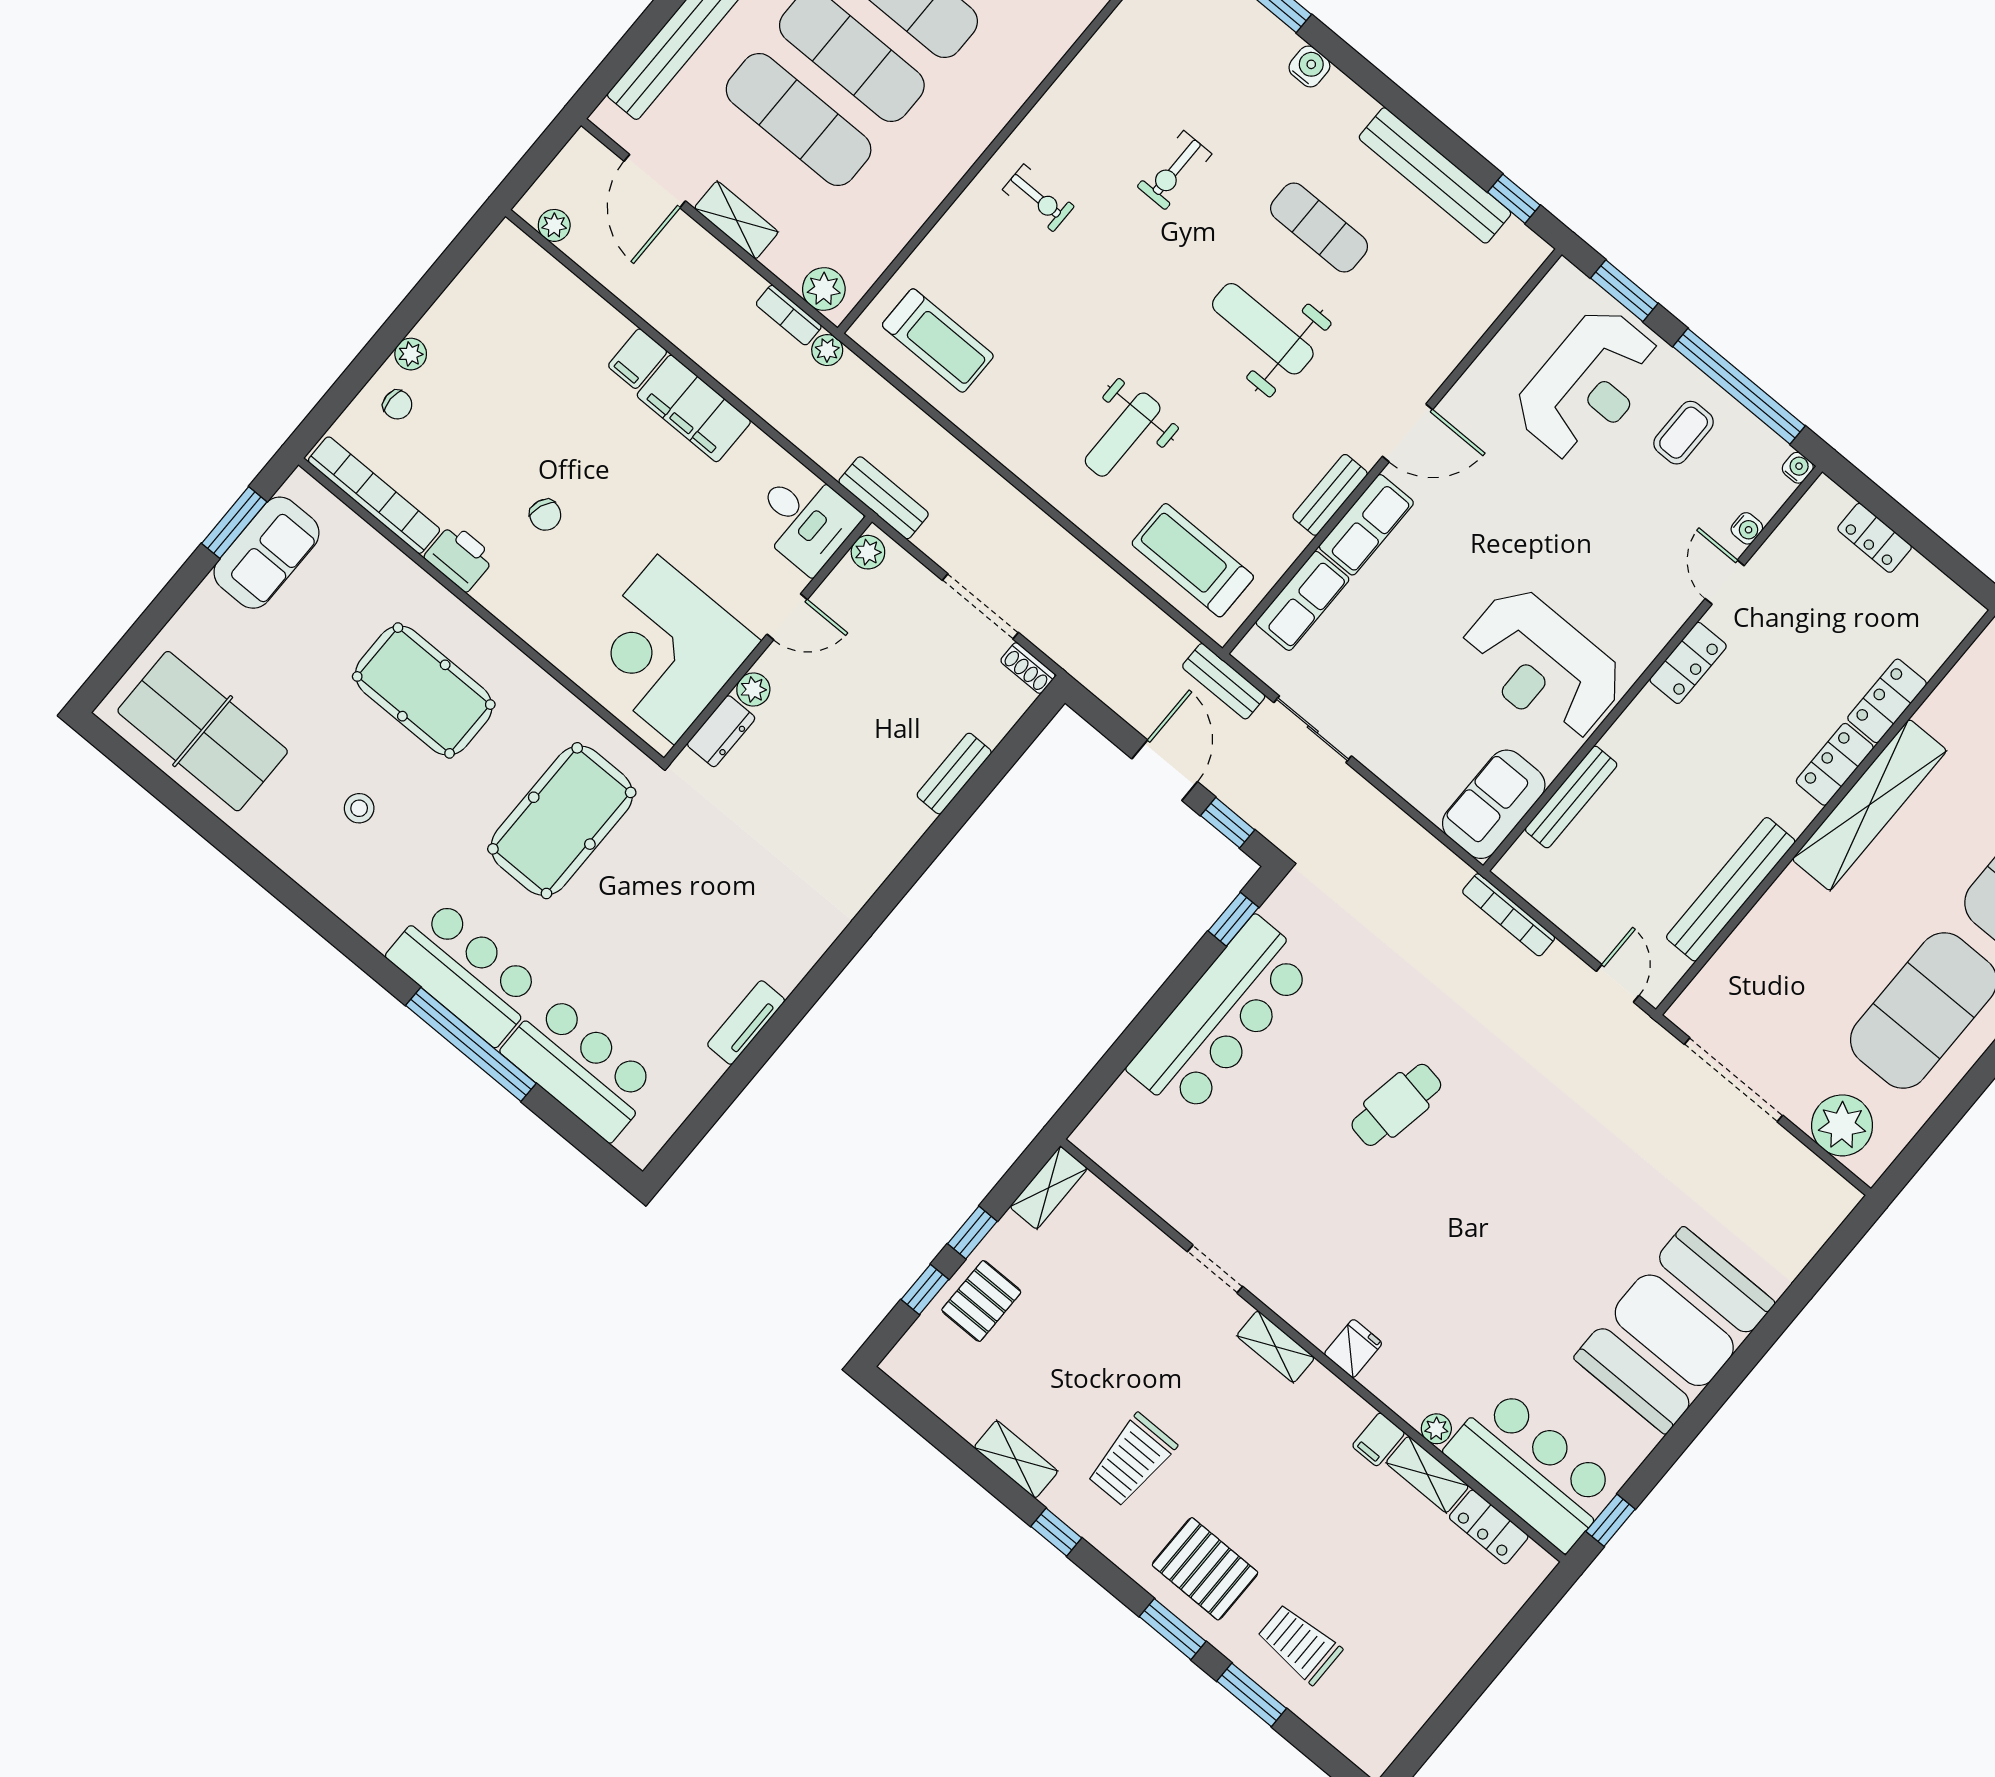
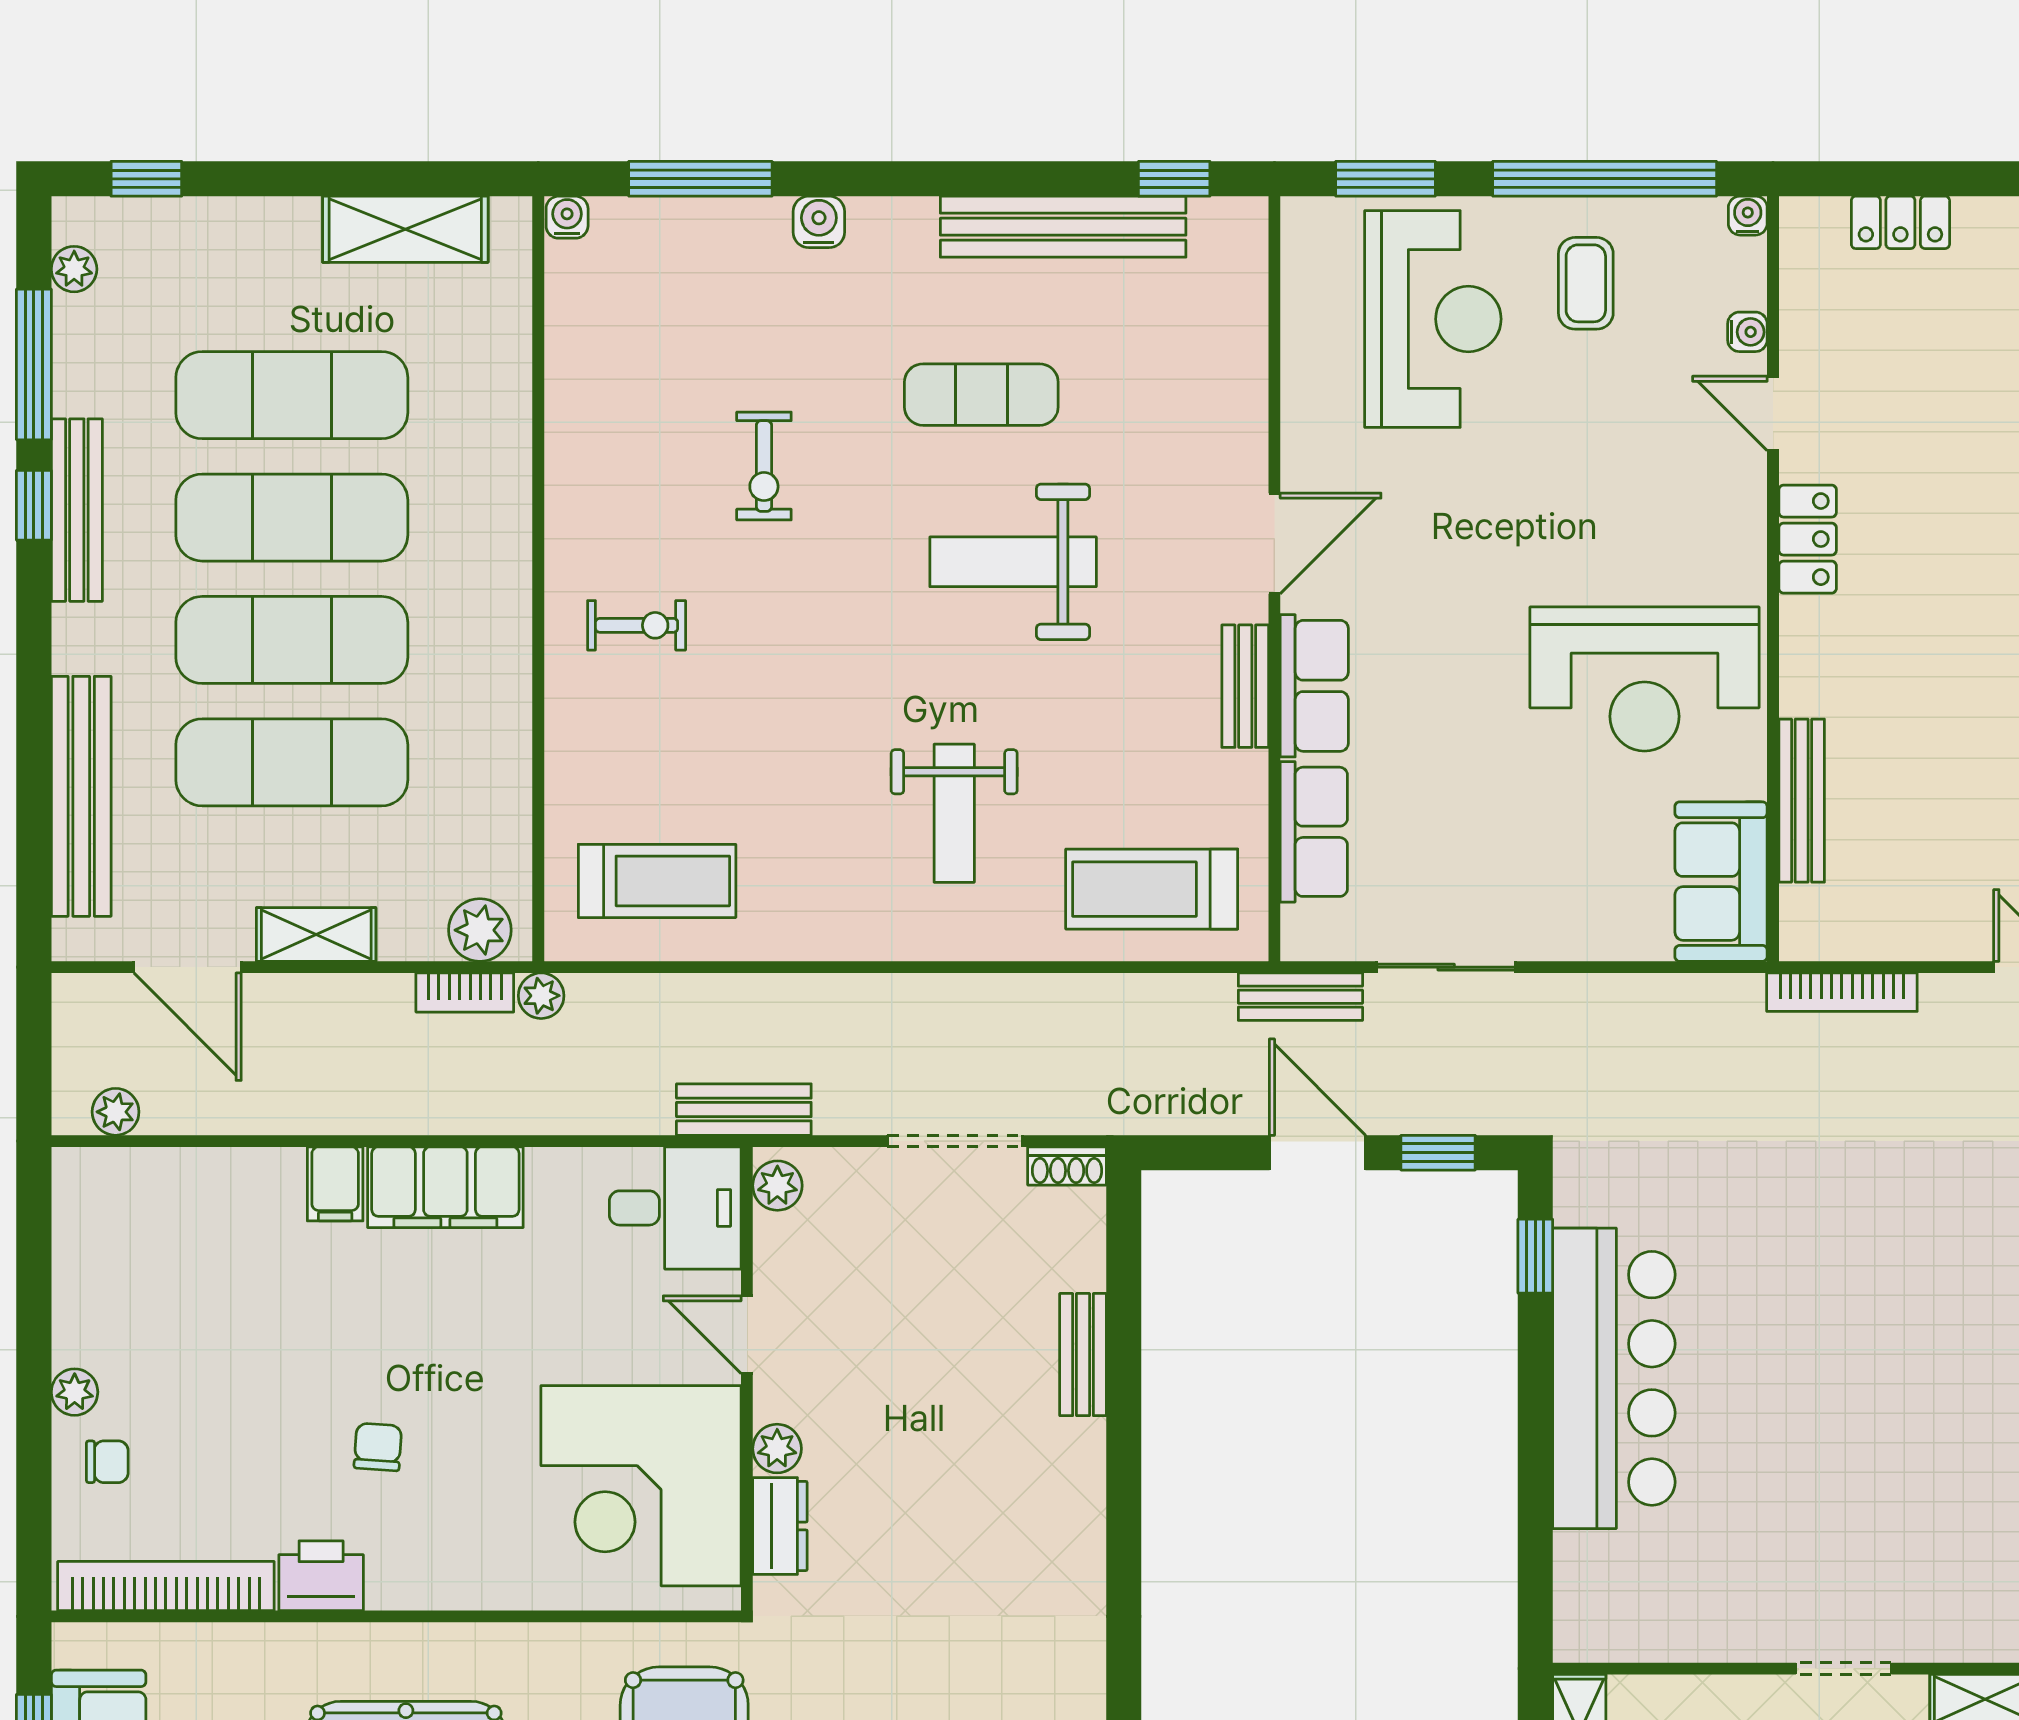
chair: (545, 515) -> (378, 1447), turned -108
door: (787, 617) -> (747, 1335), swing flipped
cafe table: (1396, 1105) -> (1894, 1313), removed

